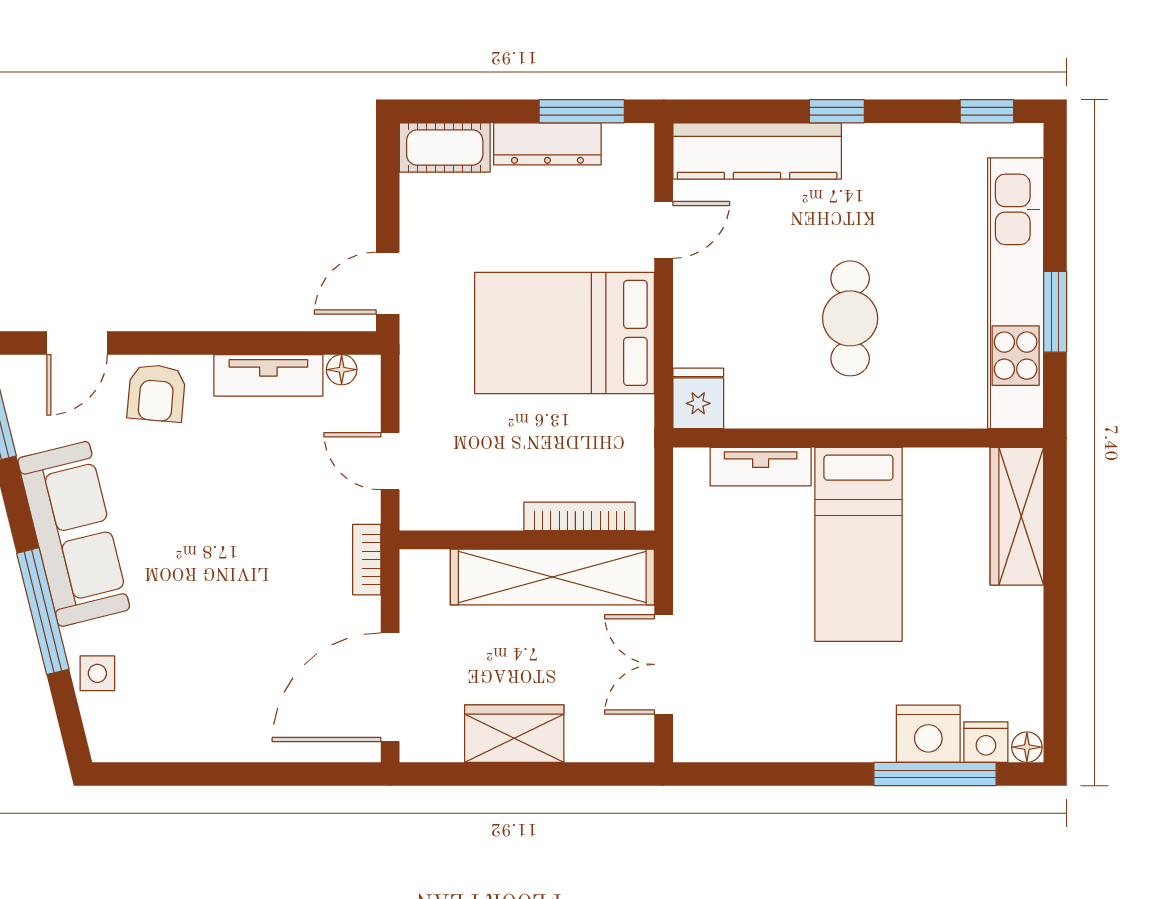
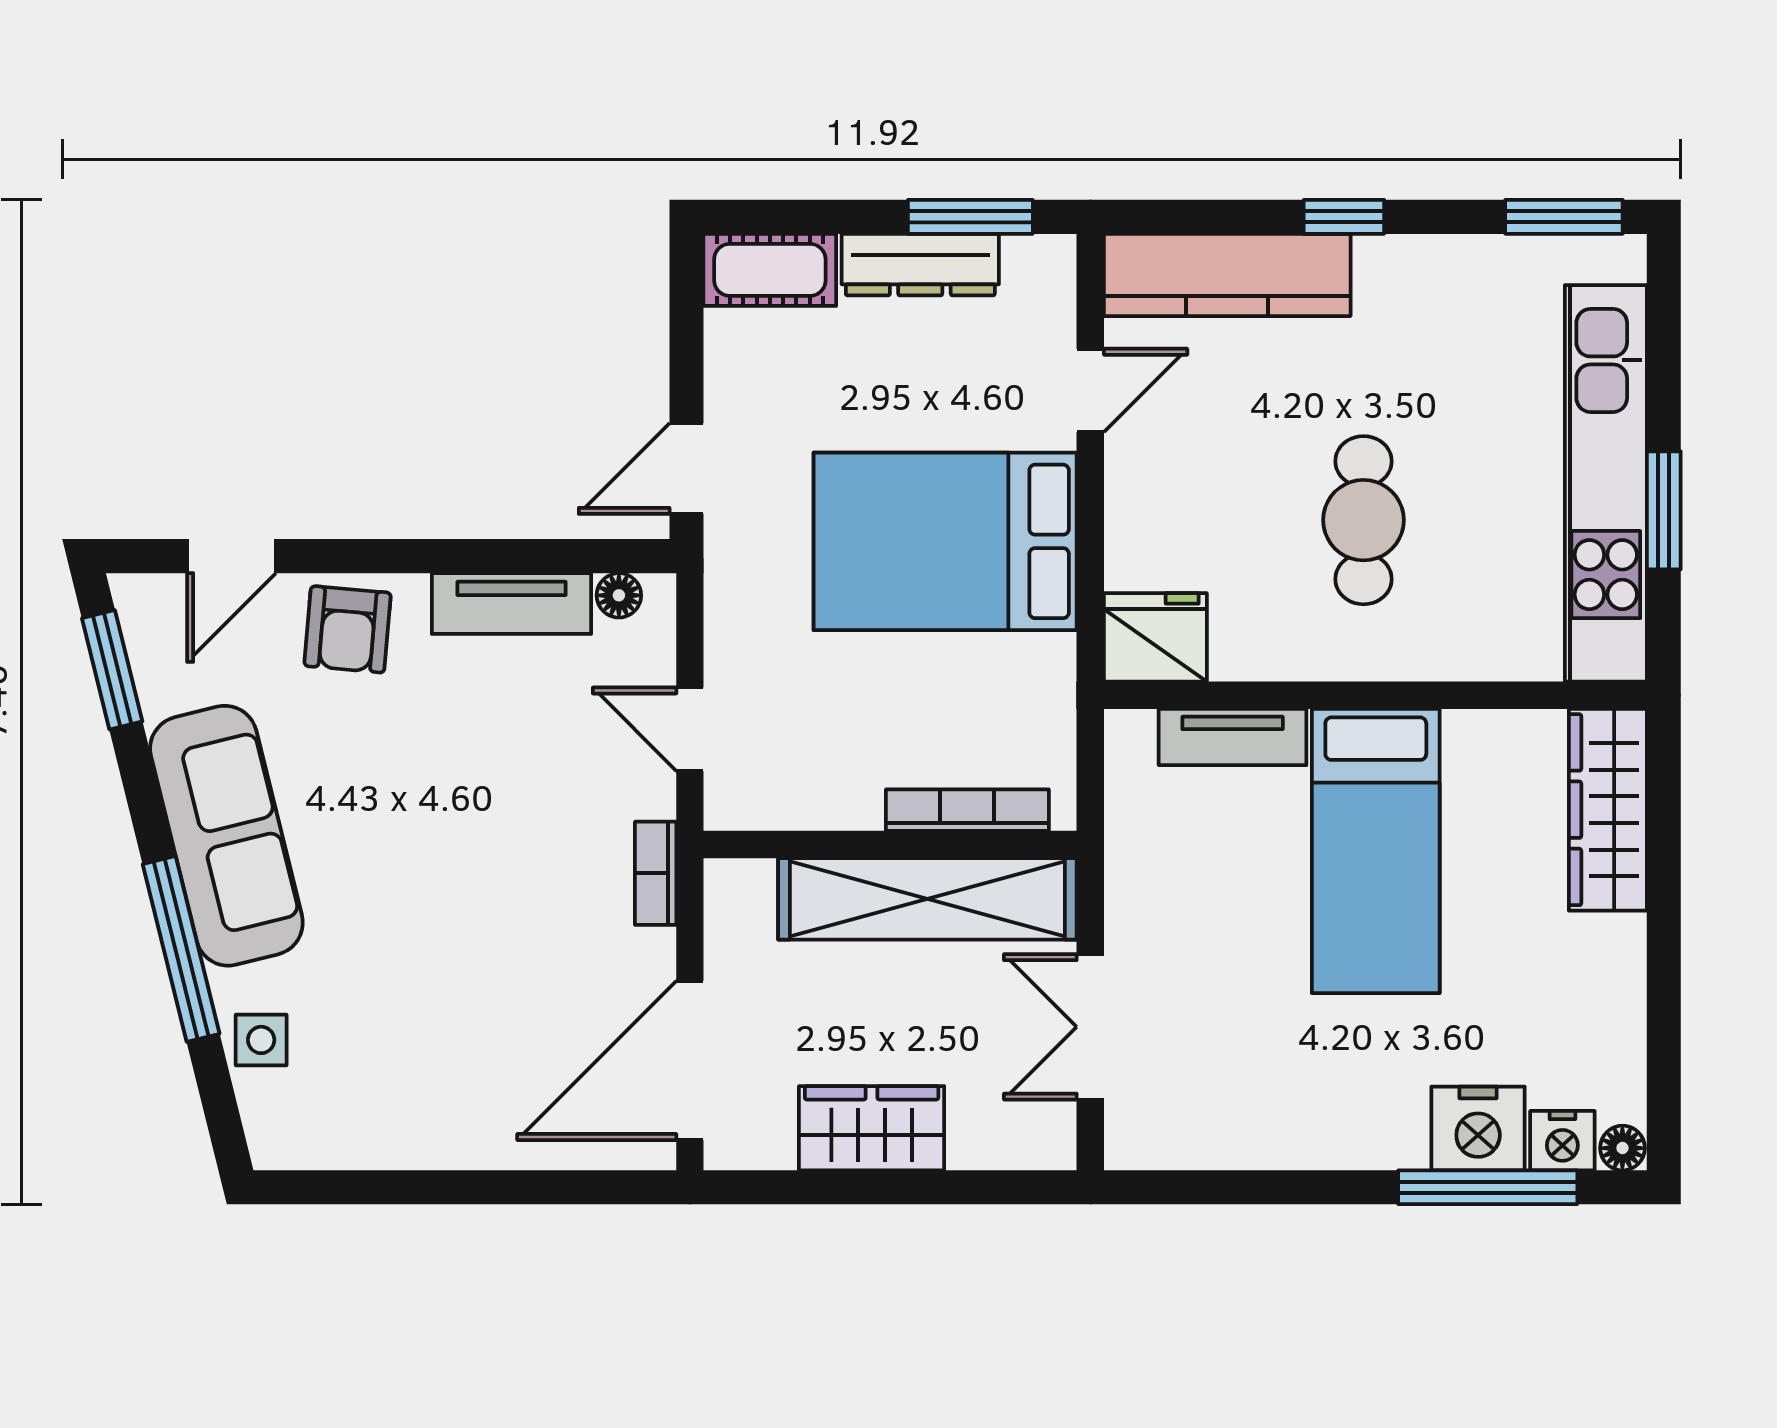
window: (987, 111) -> (1564, 217), width x1.50
fridge: (698, 398) -> (1155, 637), width x1.38

